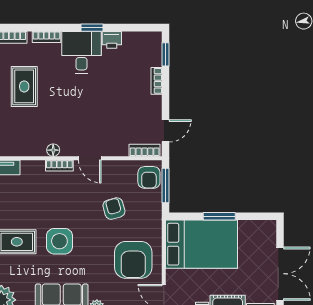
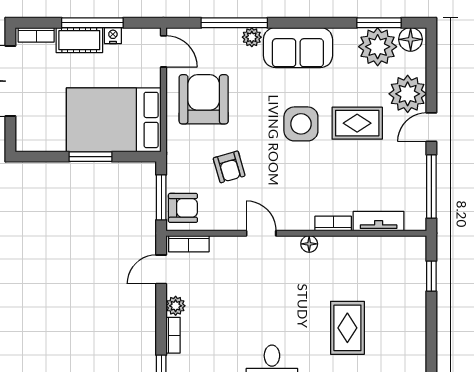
plant: (155, 103) -> (176, 306), added
bookcase: (59, 166) -> (333, 224), moved
armchair: (149, 177) -> (183, 208), turned 90

